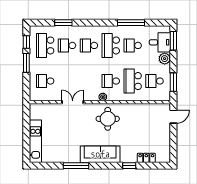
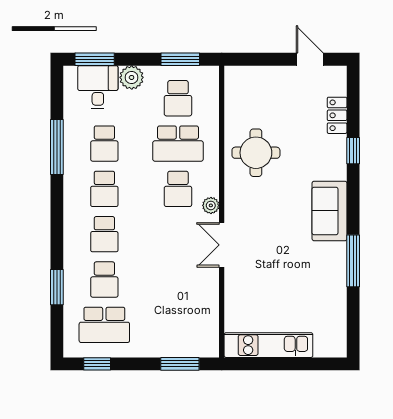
school desk: (111, 45) -> (104, 189), width x0.54
window: (26, 63) -> (180, 364), moved
school desk: (45, 81) -> (178, 325), removed
double door: (73, 102) -> (222, 245), moved
door: (173, 117) -> (310, 59), moved
round table: (108, 119) -> (256, 153), moved
kitchen unit: (35, 141) -> (268, 345), moved
sofa: (100, 154) -> (330, 211), width x0.73

